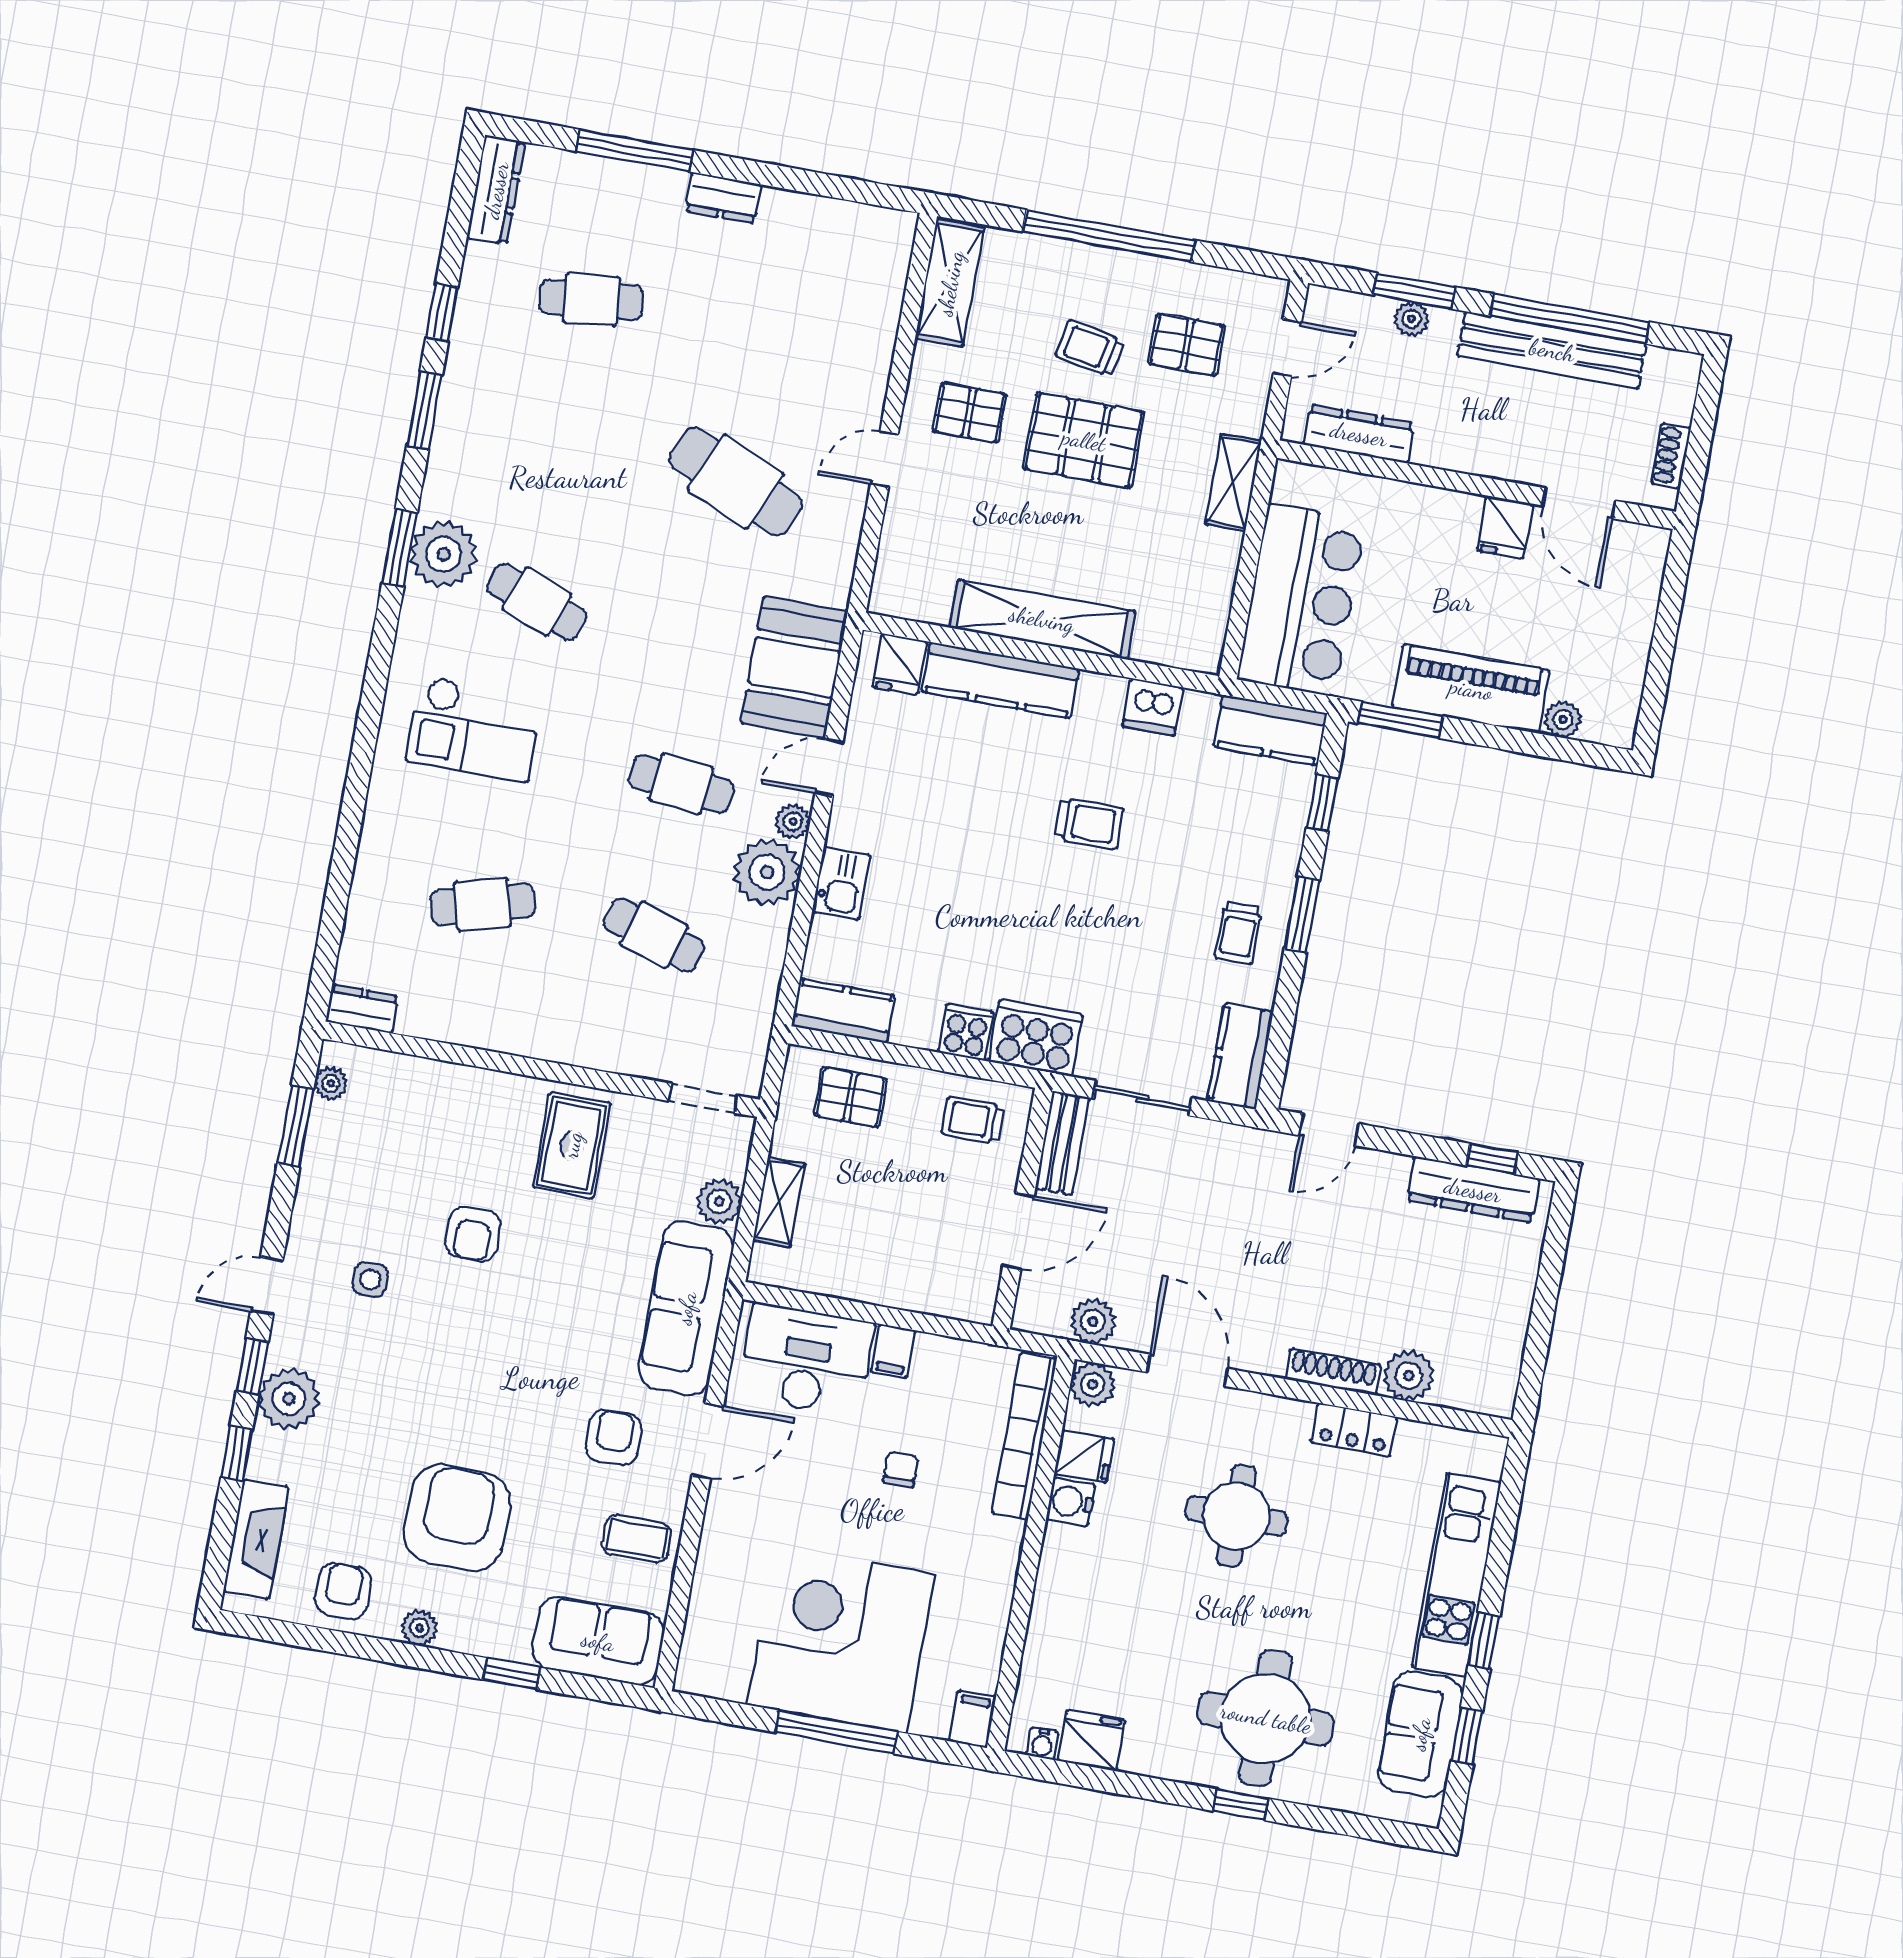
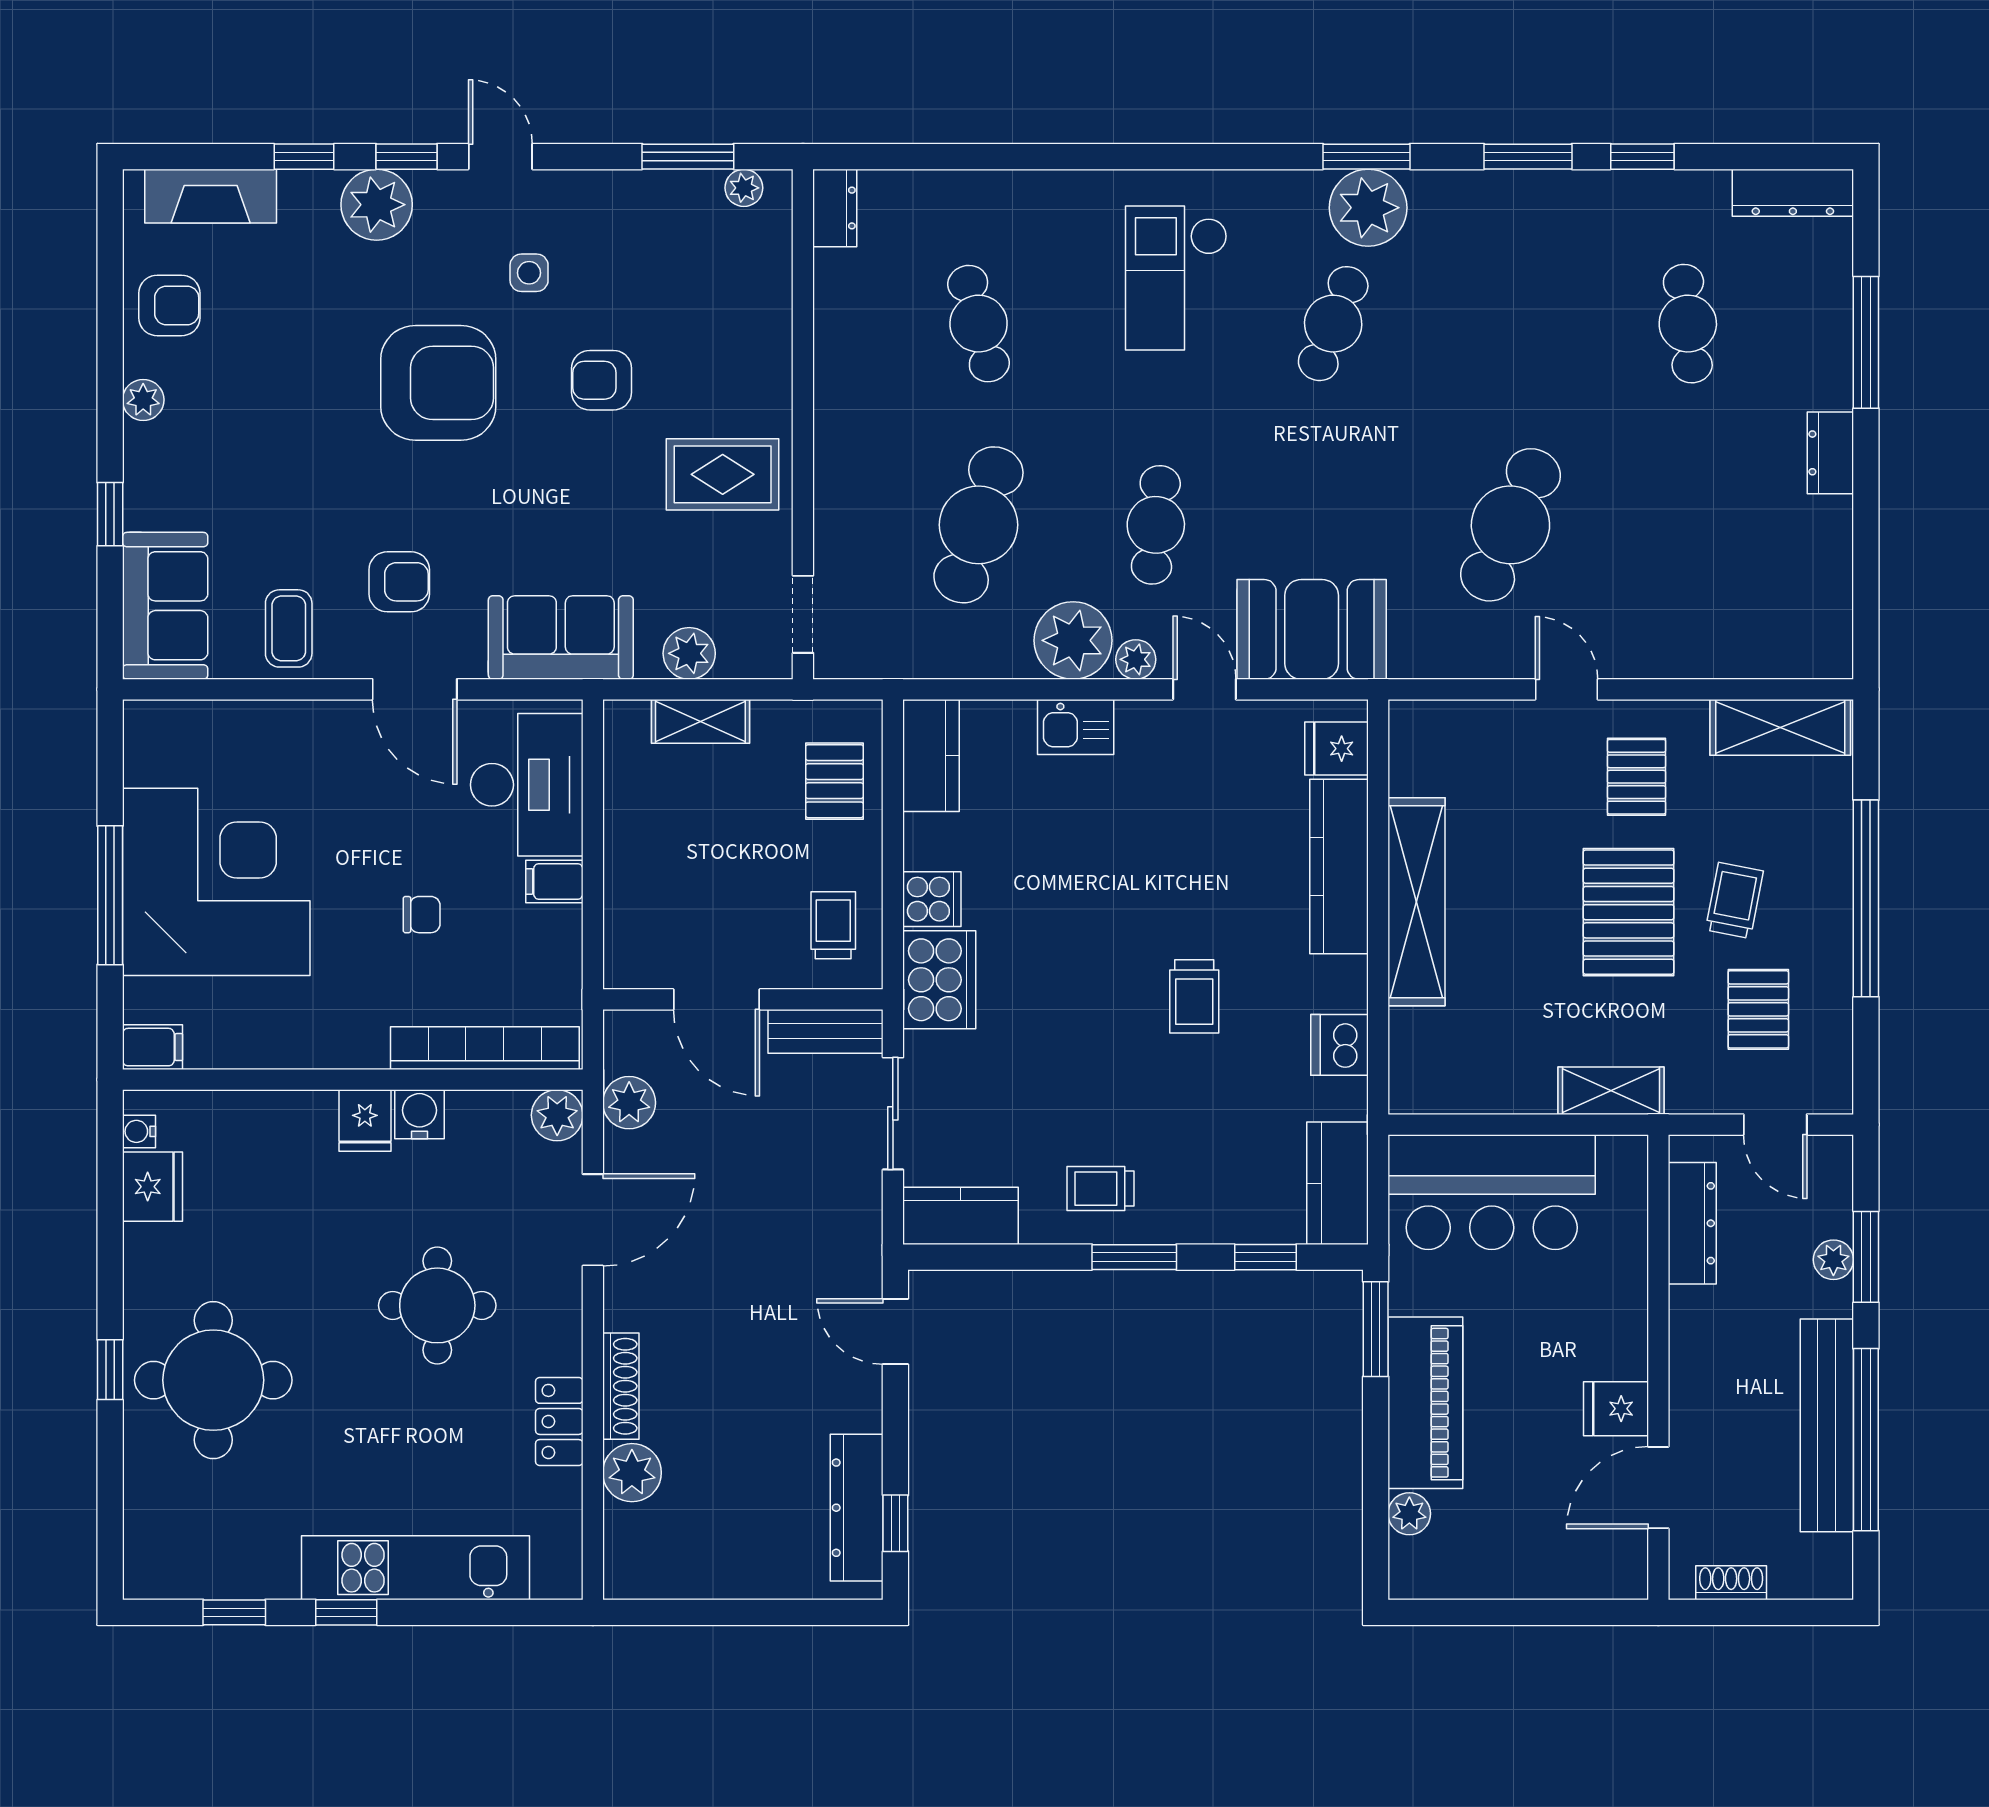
cafe table: (654, 935) -> (978, 525), width x1.37, depth x1.35
sofa: (686, 1308) -> (561, 638), width x0.73
fridge: (1084, 1456) -> (365, 1120), moved
armchair: (457, 1518) -> (438, 383), moved
sofa: (1420, 1734) -> (227, 1559), removed

